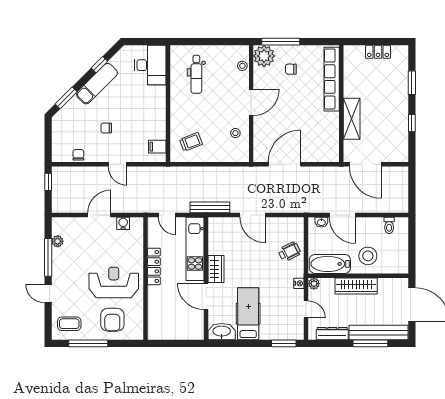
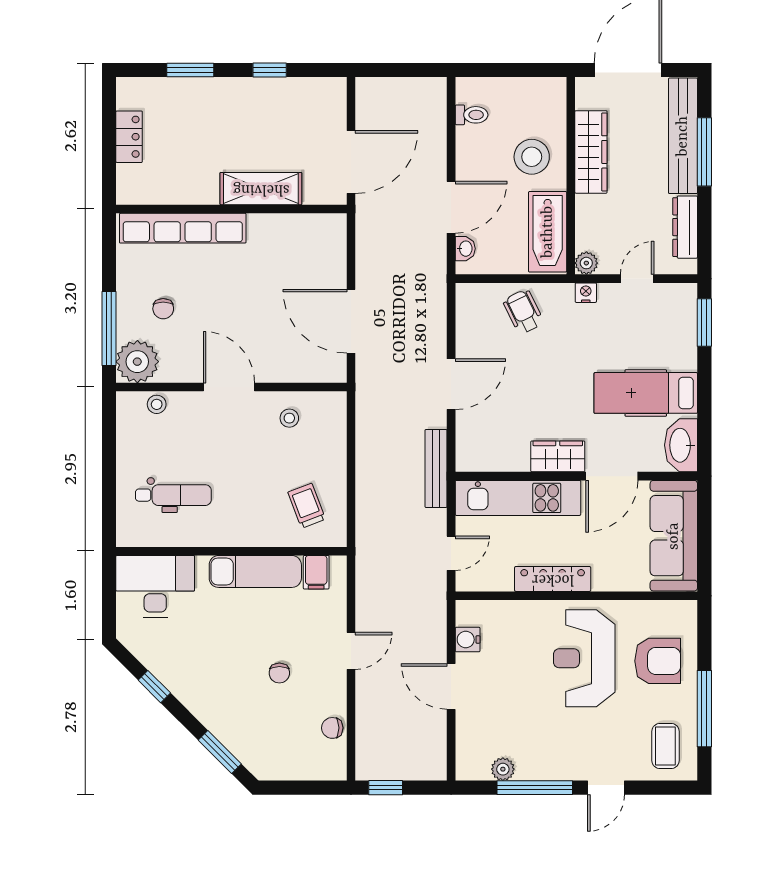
exam couch: (97, 84) -> (255, 571), moved, turned 135
wardrobe: (356, 286) -> (591, 152), moved
sofa: (176, 328) -> (674, 536), added

